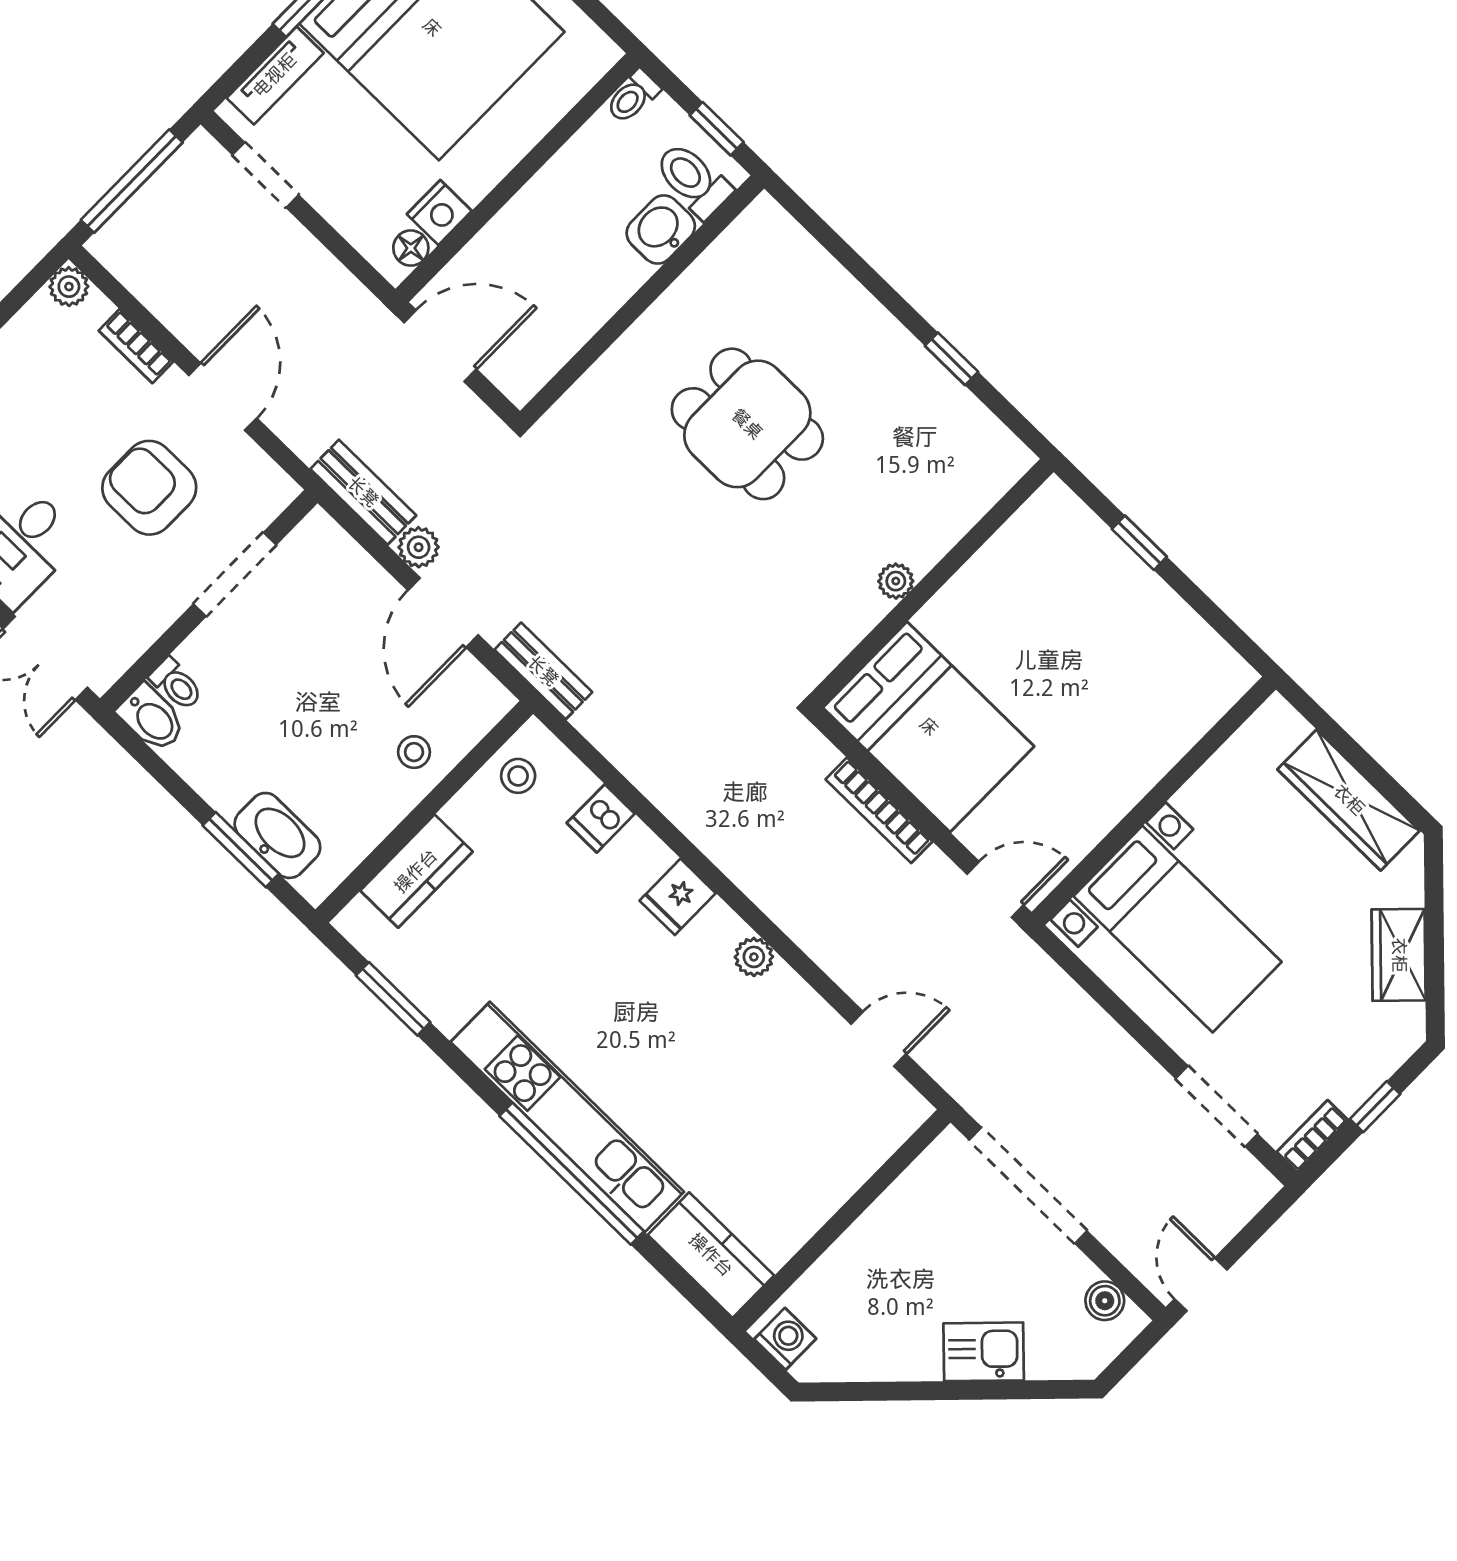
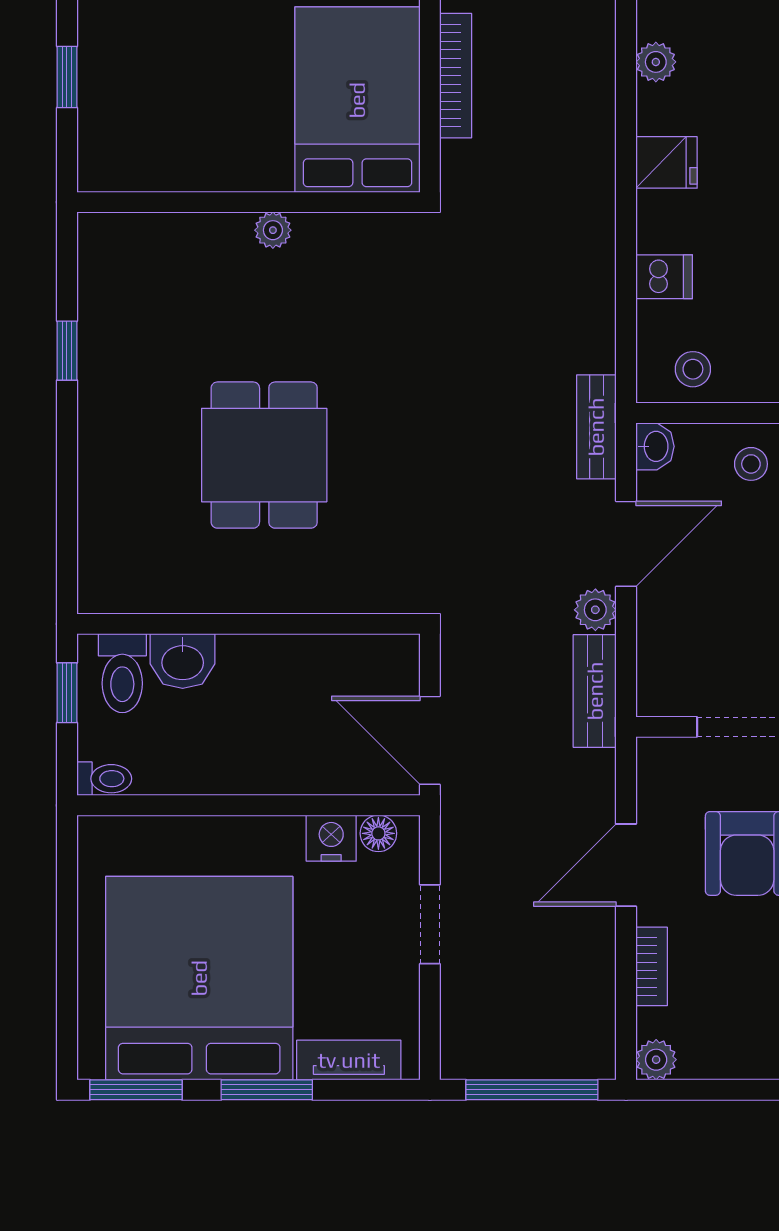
doorway: (266, 175) -> (430, 924), moved
washbasin: (491, 698) -> (655, 446), added

